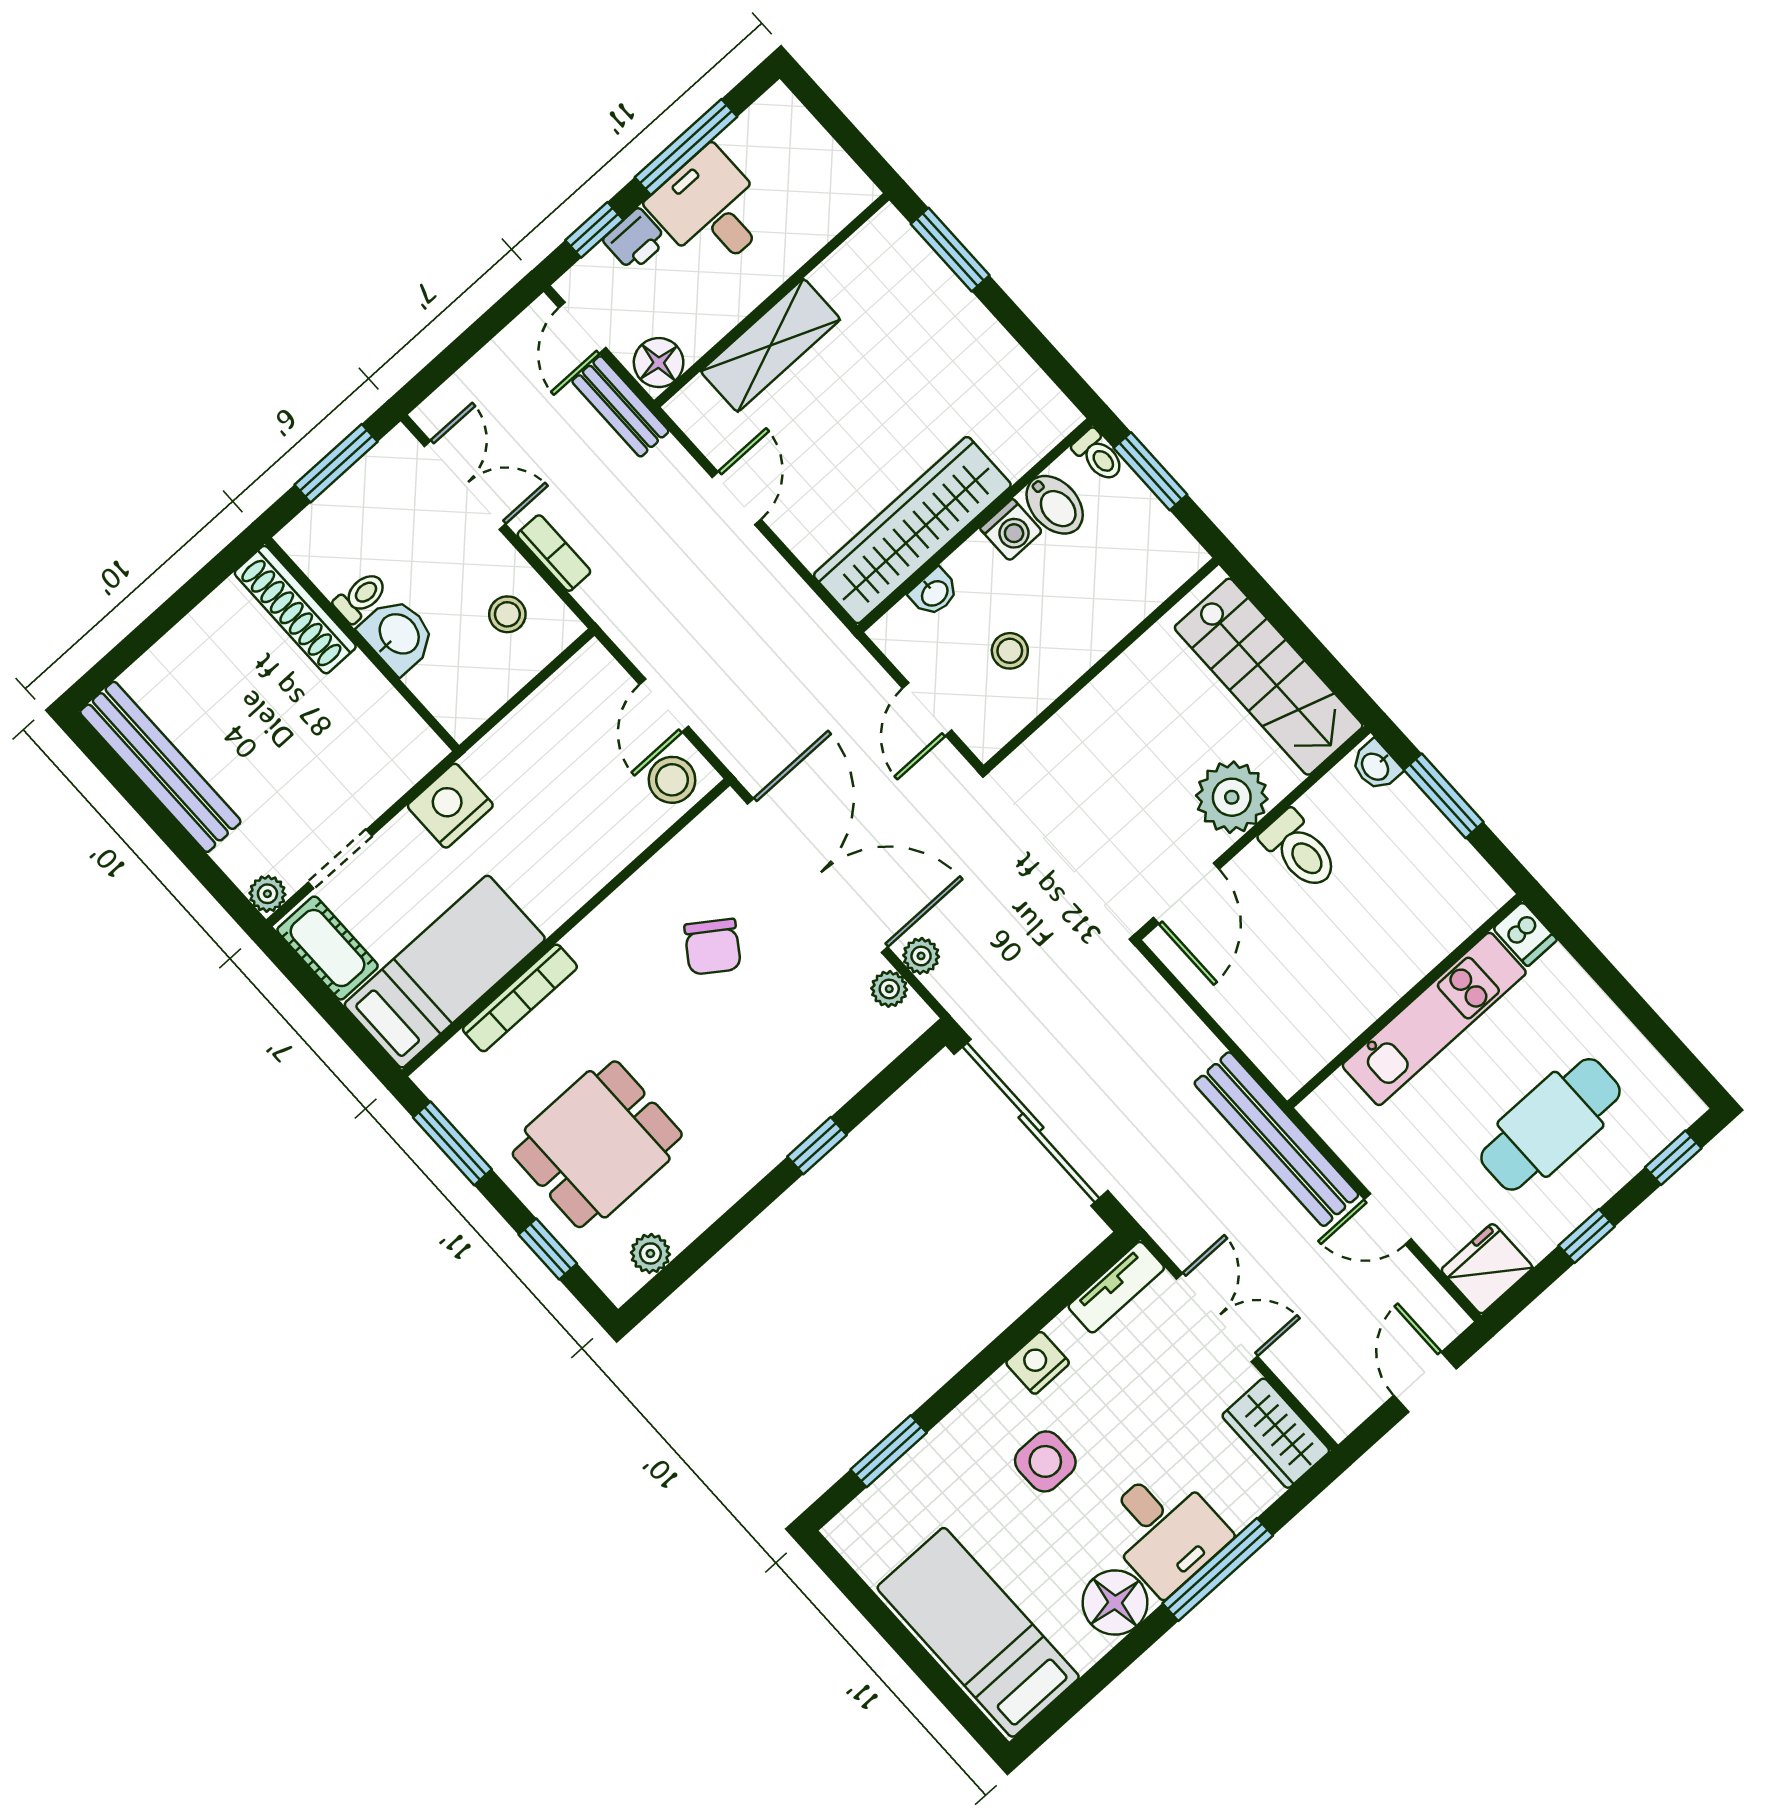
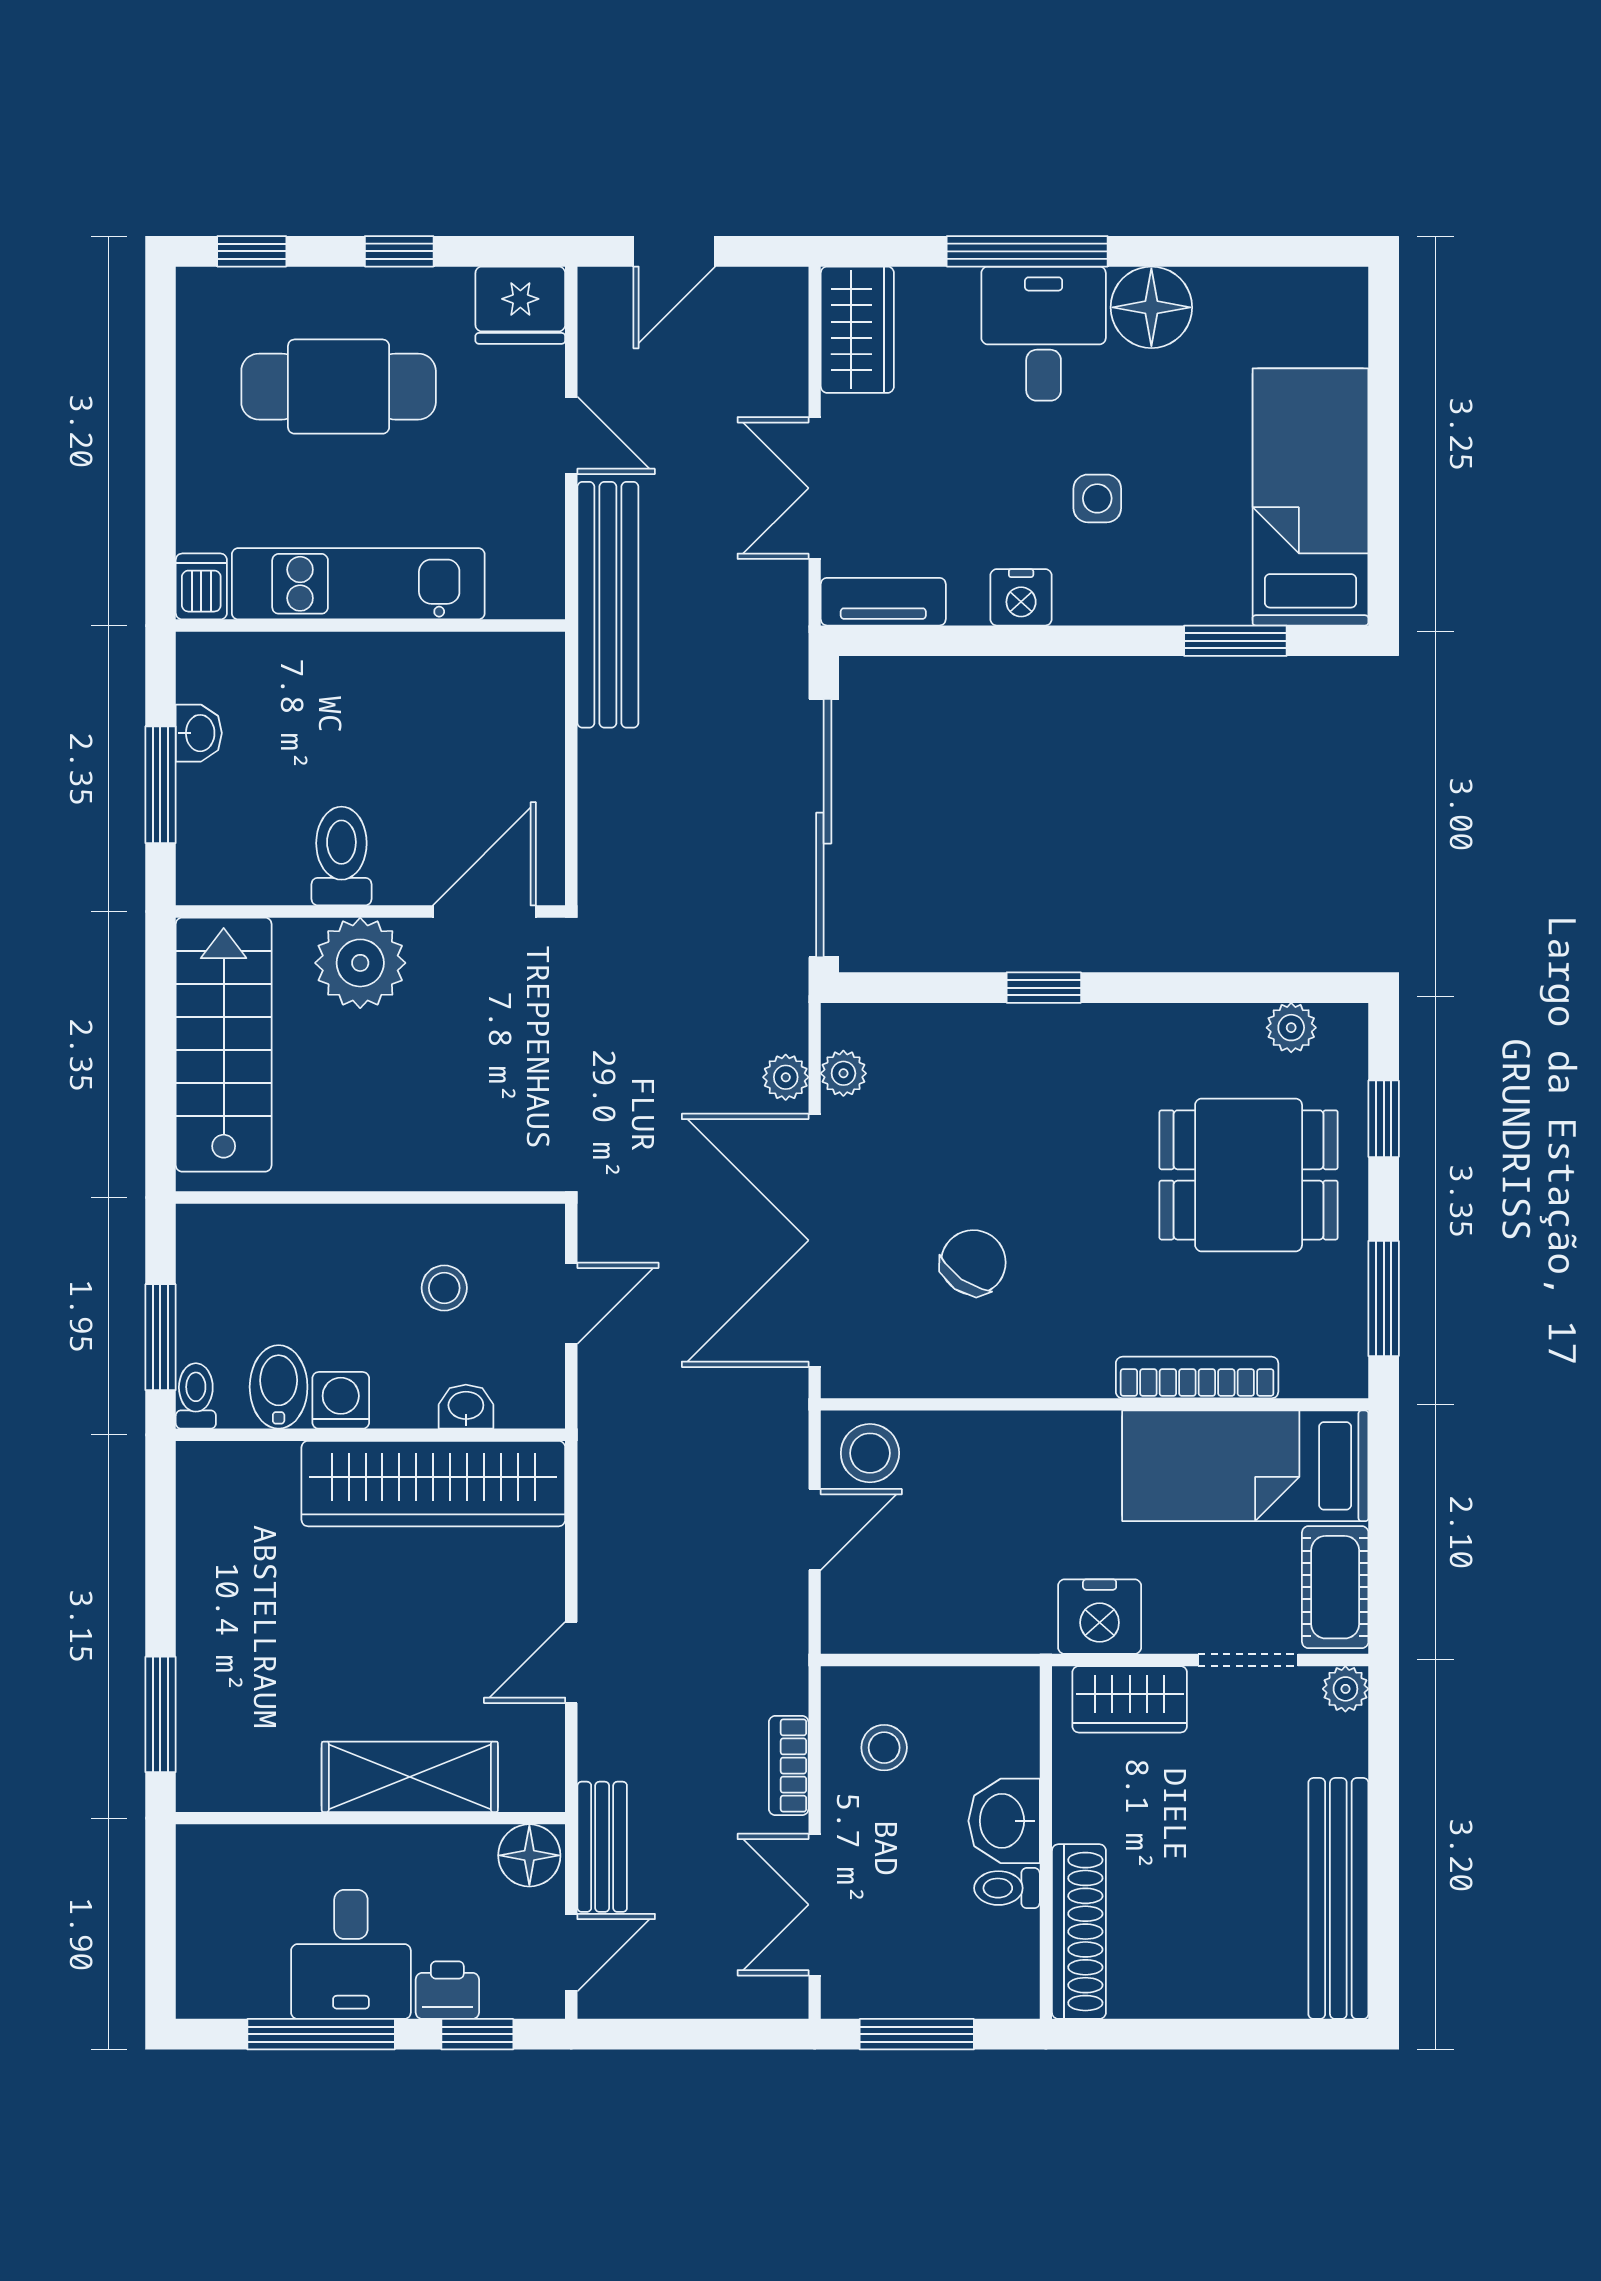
washbasin: (1376, 766) -> (199, 733), moved
wardrobe: (389, 773) -> (1130, 1699), added
side table: (1045, 1461) -> (1097, 498), width x0.73, depth x0.73
bed: (978, 1632) -> (1310, 497), moved, turned 180

